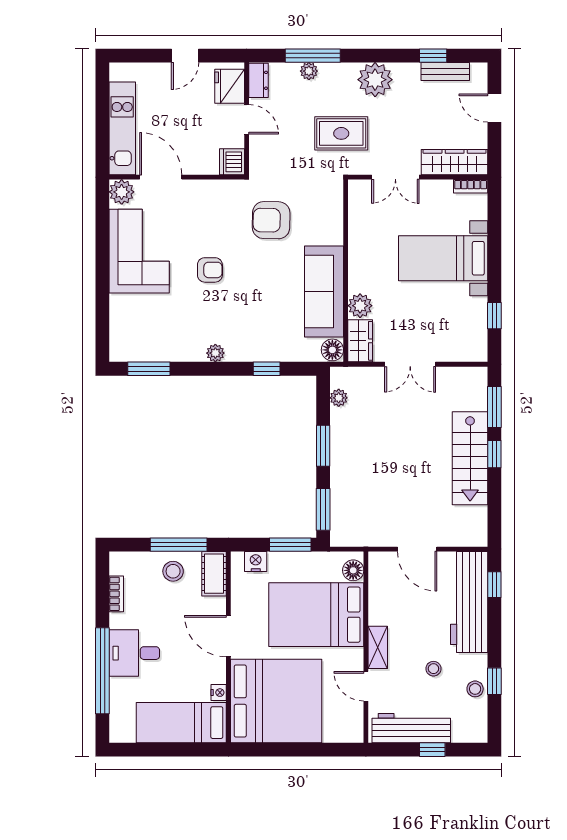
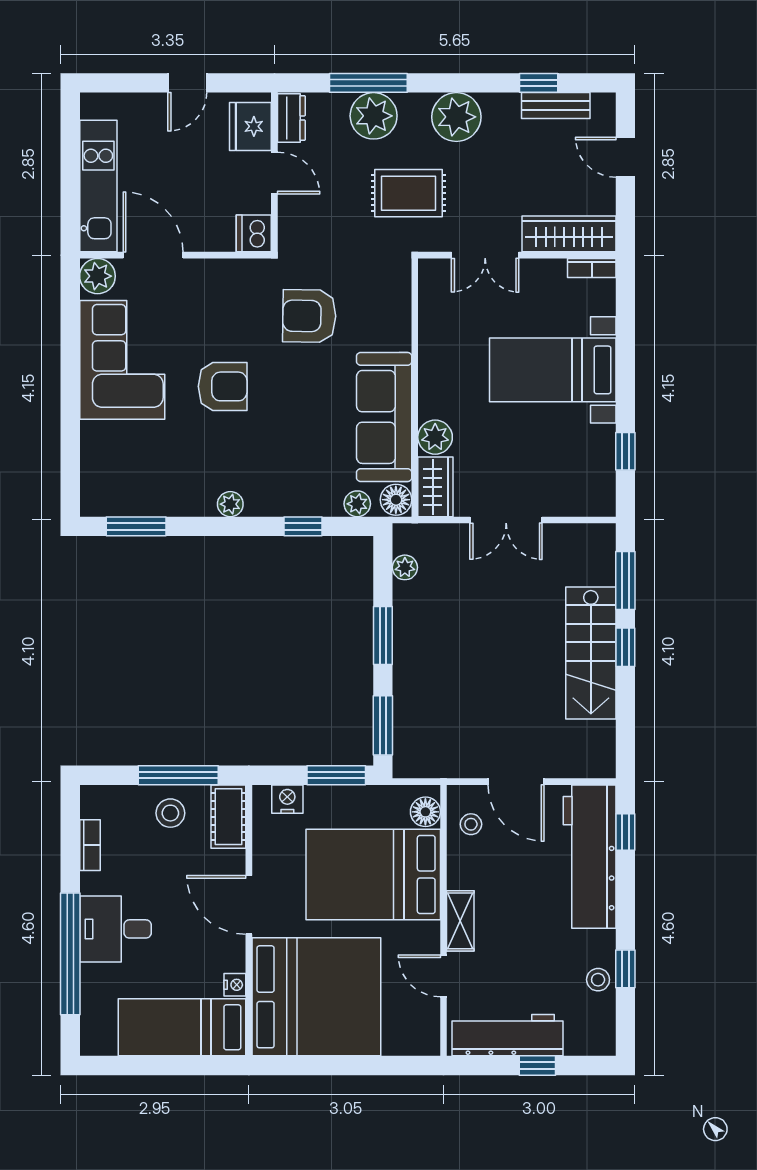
plant: (309, 71) -> (374, 116), width x1.87, depth x1.87
armchair: (210, 270) -> (223, 386), width x1.38, depth x1.38
plant: (305, 353) -> (357, 504), added
stool: (433, 669) -> (471, 824), moved

